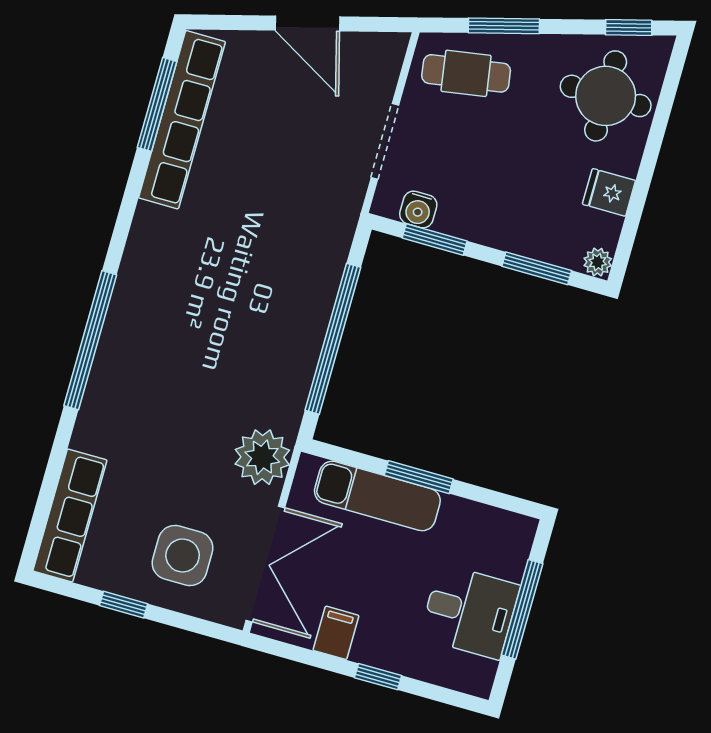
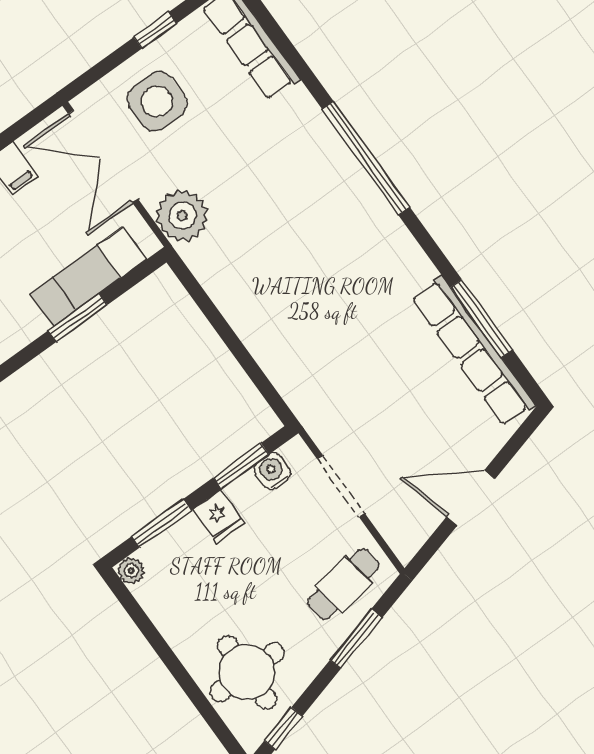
window: (157, 104) -> (482, 318), moved
fridge: (609, 192) -> (219, 516), moved, turned 90
window: (333, 339) -> (228, 335), removed

